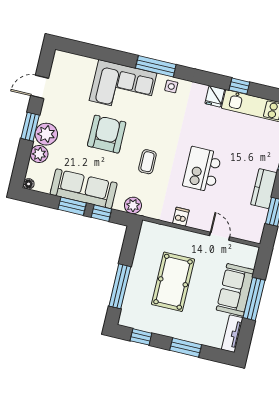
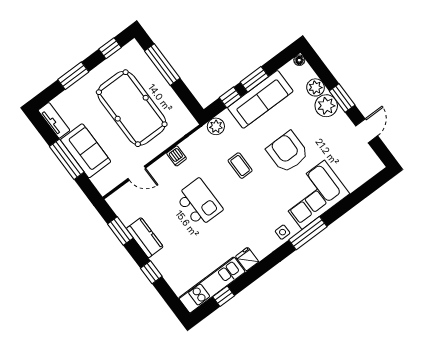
window: (239, 86) -> (224, 296), moved
armchair: (107, 134) -> (287, 152), turned 180
pool table: (173, 282) -> (132, 108), width x1.36, depth x1.32

